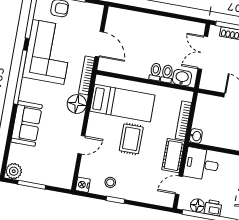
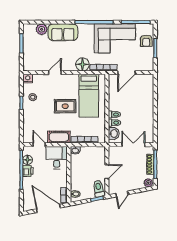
door: (81, 145) -> (55, 73), swing flipped
plant: (14, 171) -> (42, 29), moved

